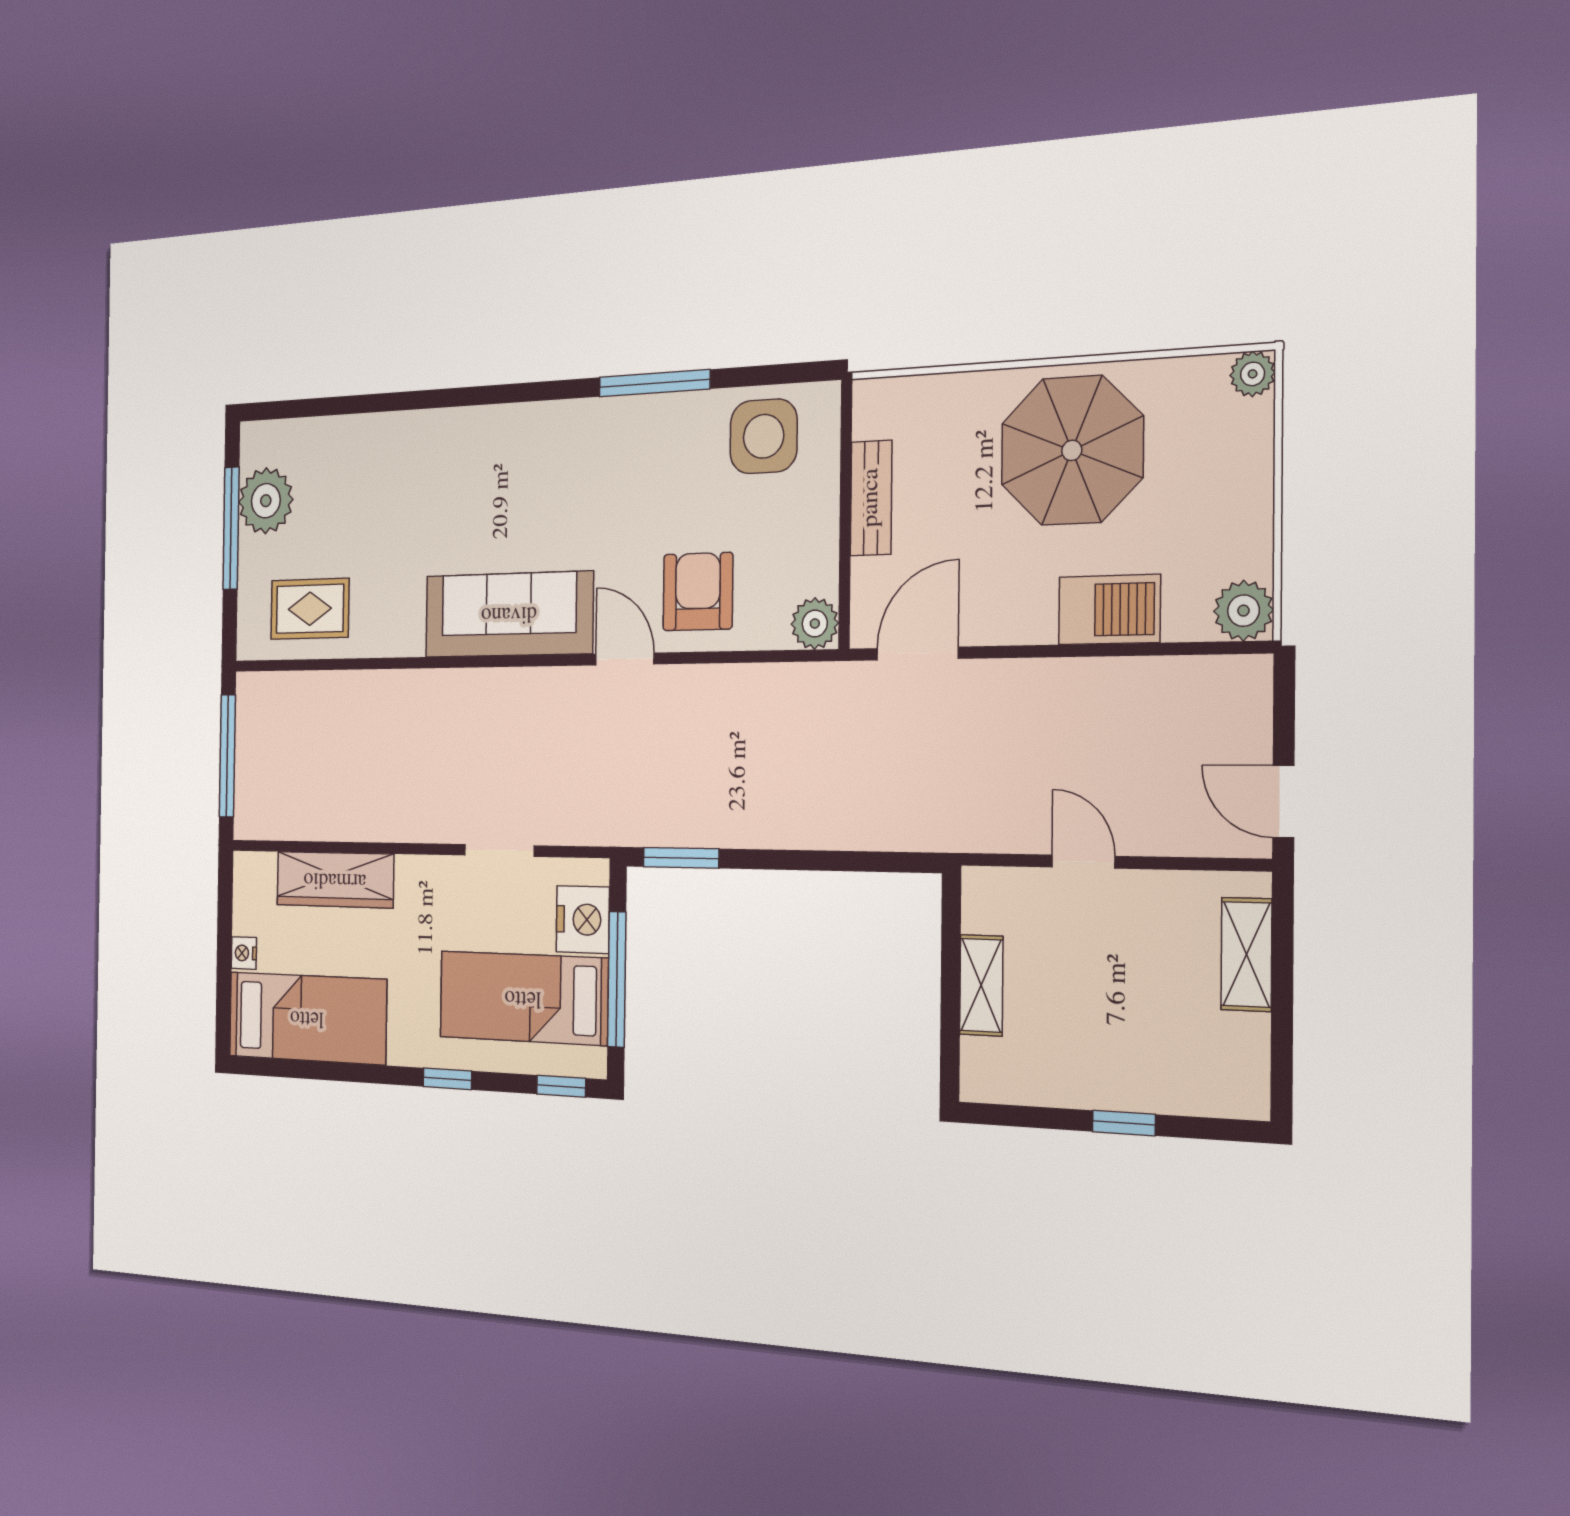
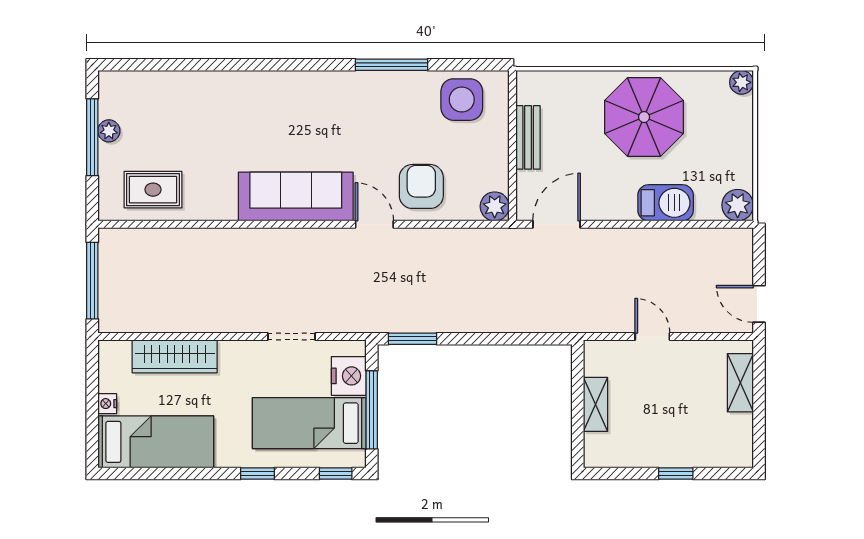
plant: (266, 501) -> (109, 131), width x0.53, depth x0.53

